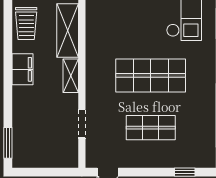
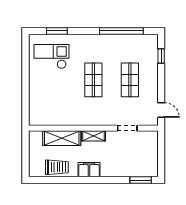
shop shelf: (151, 75) -> (93, 80), width x0.70, depth x0.74

